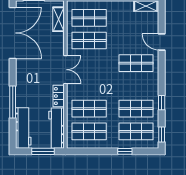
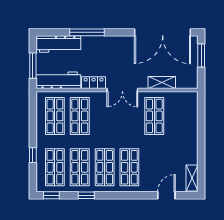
shop shelf: (89, 18) -> (105, 167), moved
shelving: (59, 19) -> (162, 83), moved
door: (162, 42) -> (166, 195), moved

